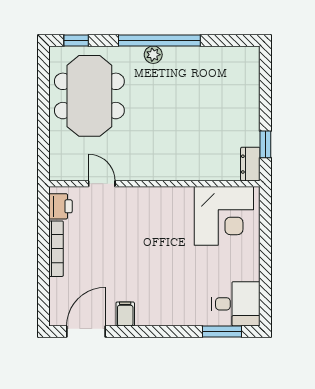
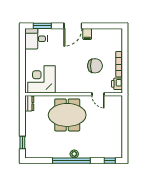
meeting table: (89, 96) -> (67, 115), moved, turned 90
window: (265, 144) -> (22, 143), moved
chair: (108, 245) -> (95, 66), added
door: (86, 332) -> (73, 26), moved

